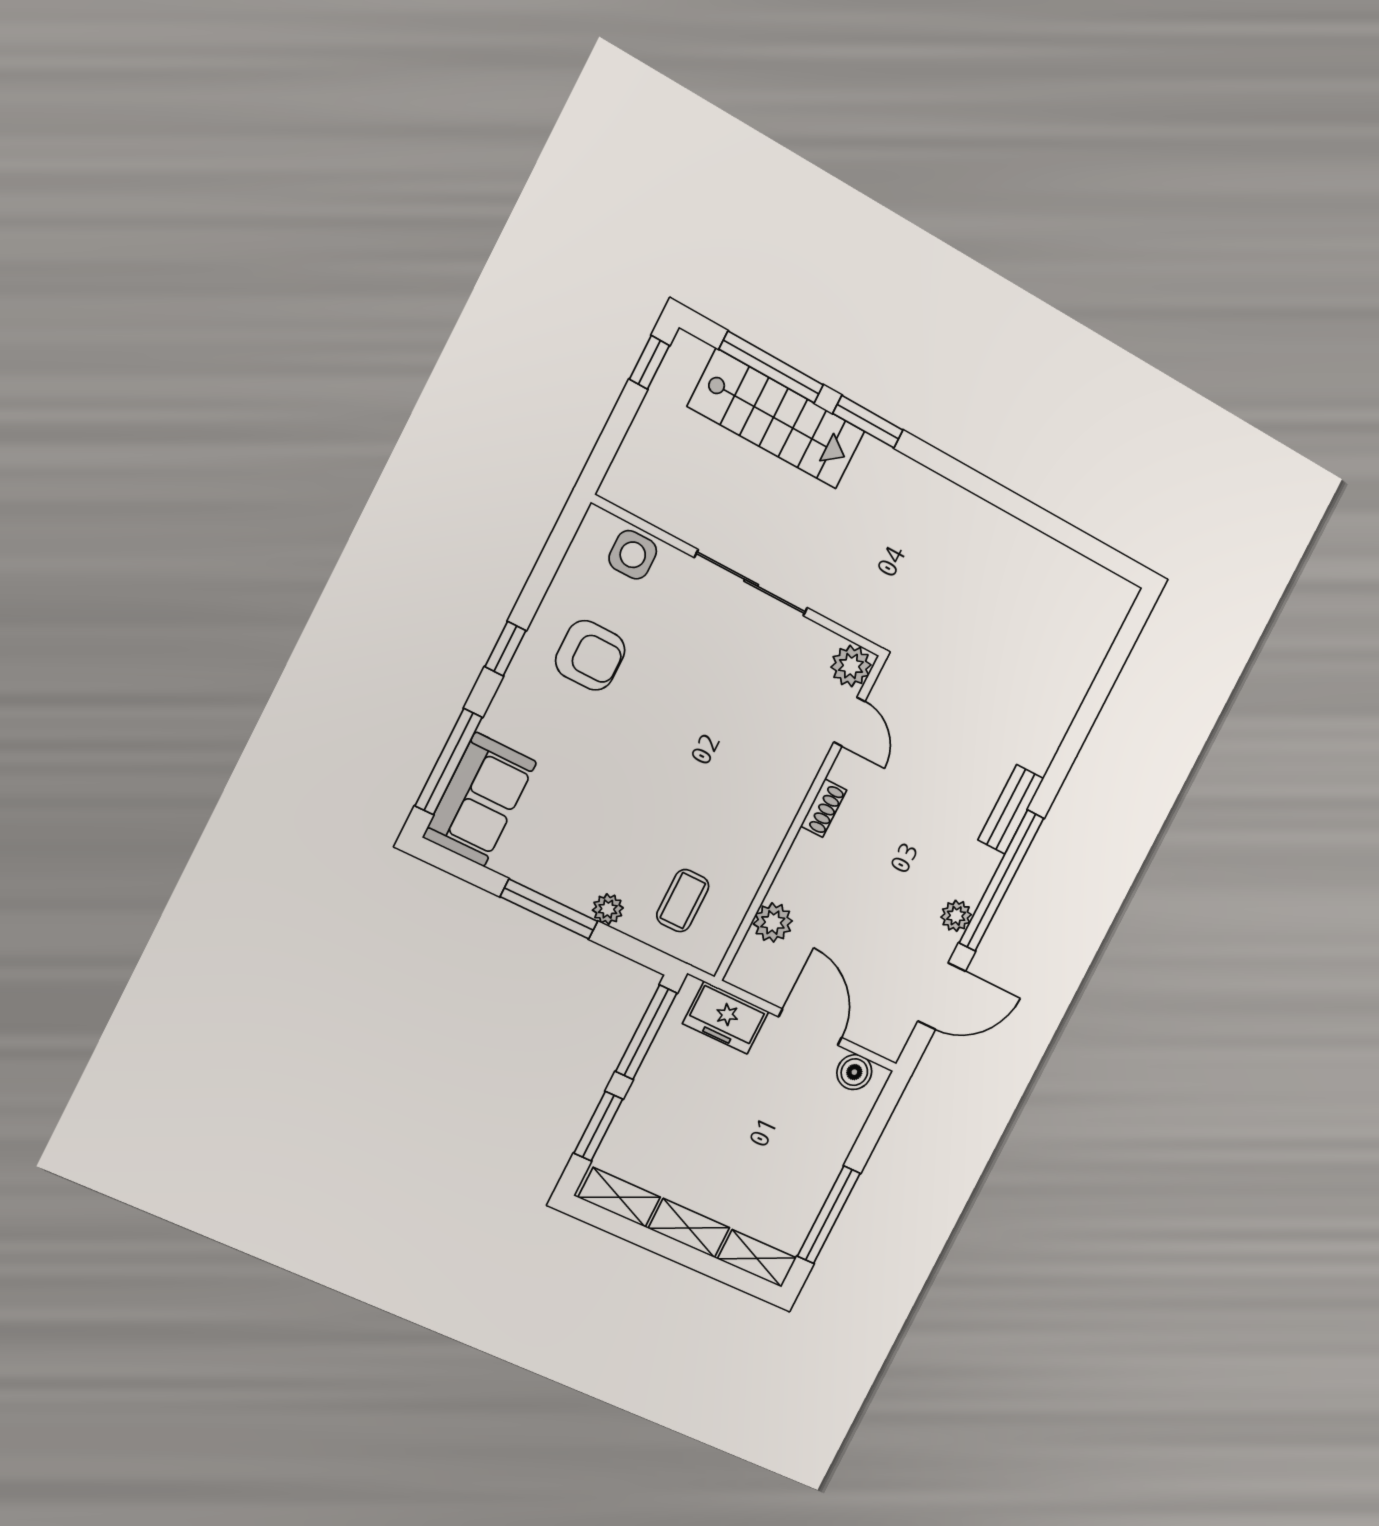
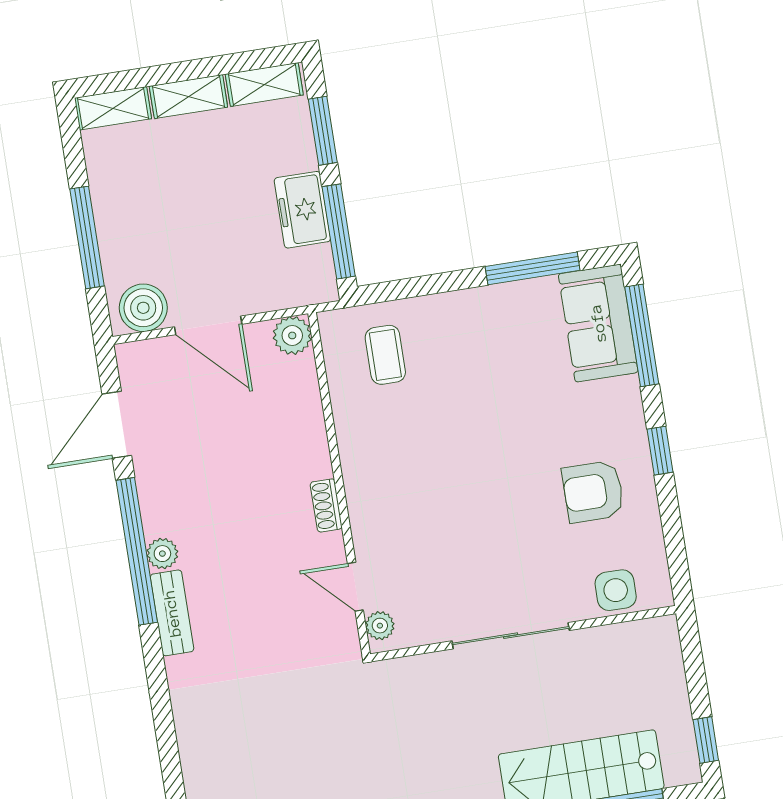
plant: (851, 666) -> (380, 626), width x0.73, depth x0.73
window: (549, 909) -> (533, 268), moved
plant: (608, 909) -> (439, 307), removed
plant: (956, 916) -> (162, 554), moved
plant: (773, 922) -> (292, 335), moved
freezer: (726, 1018) -> (302, 210), moved, turned -90
boiler: (854, 1072) -> (143, 308), width x1.36, depth x1.36
window: (829, 1215) -> (87, 237), moved

